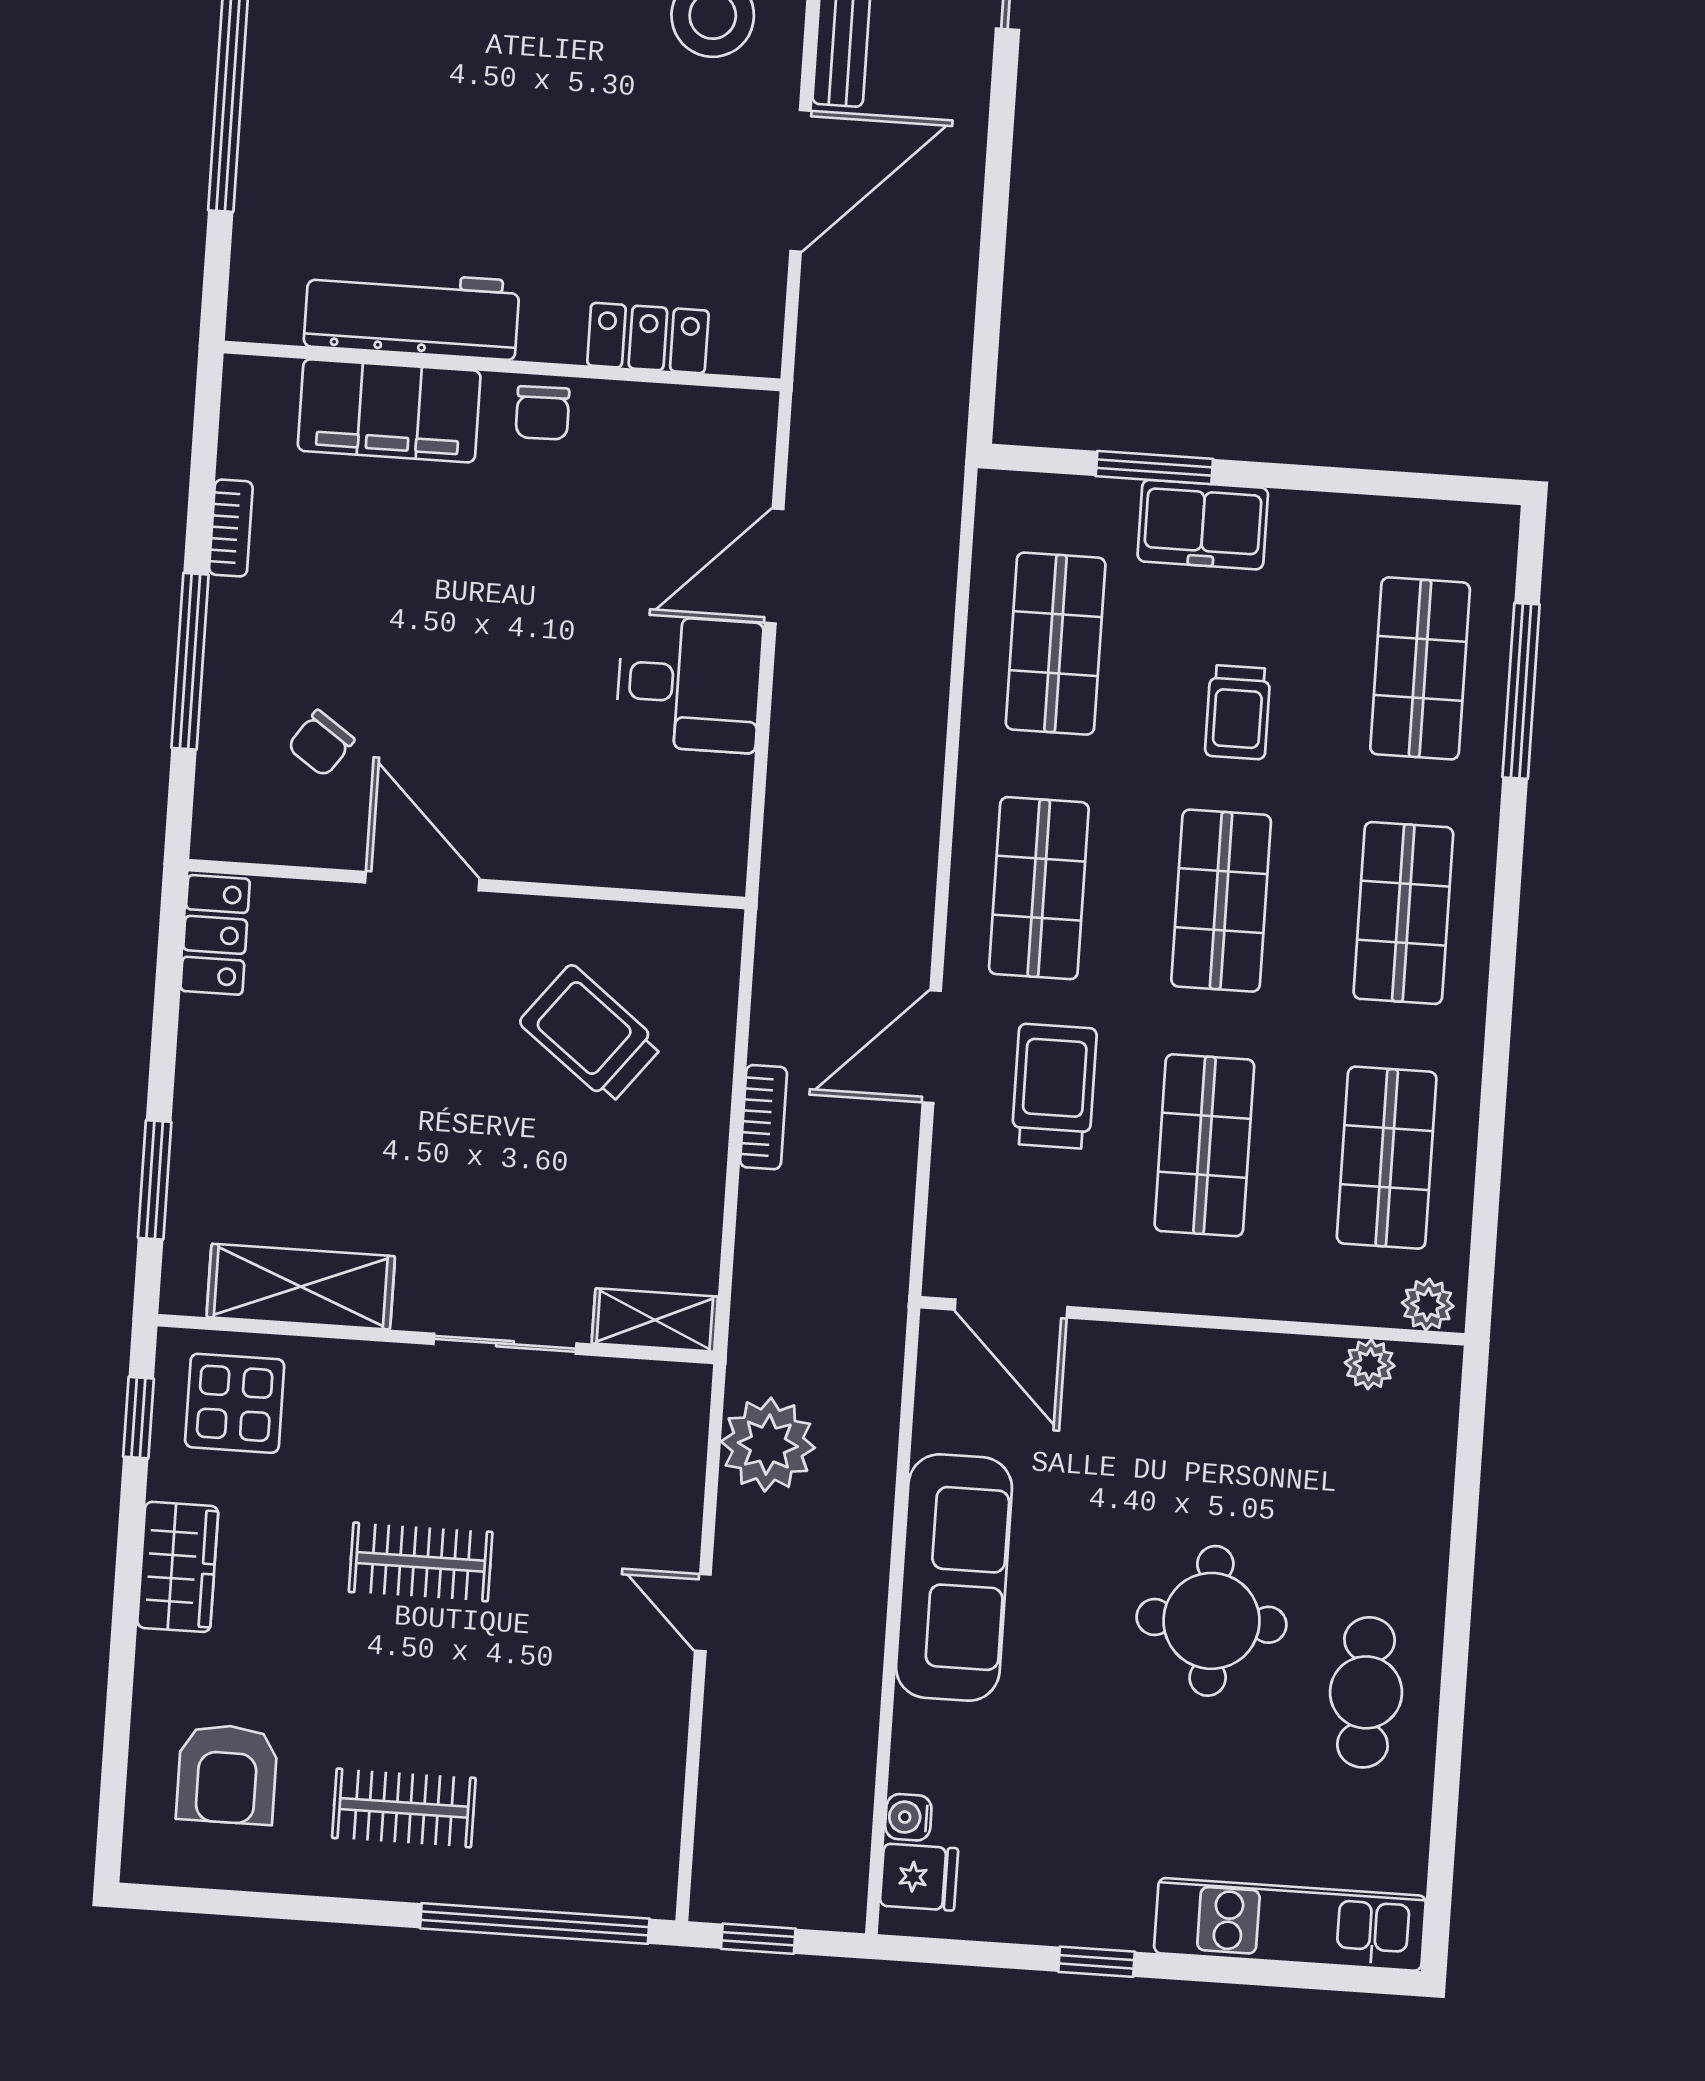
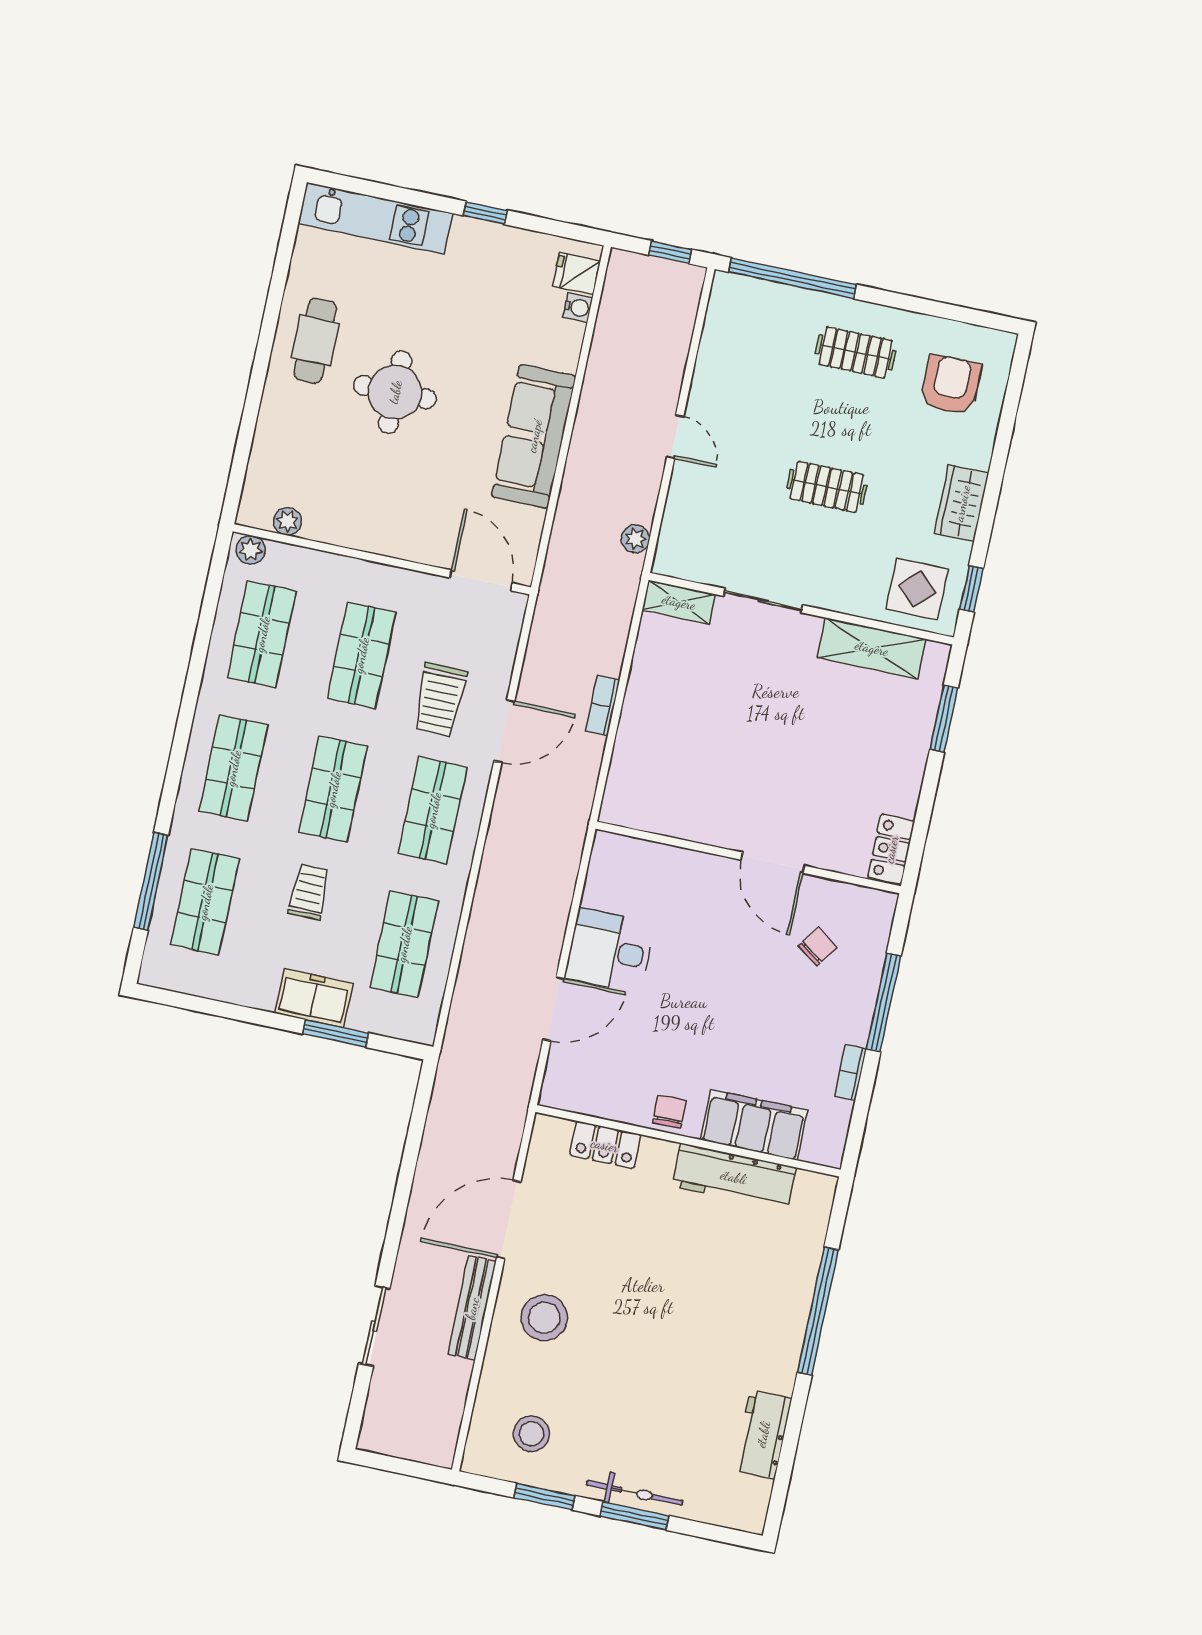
trolley: (591, 1034) -> (692, 765), removed
plant: (768, 1445) -> (636, 539), width x0.53, depth x0.53

